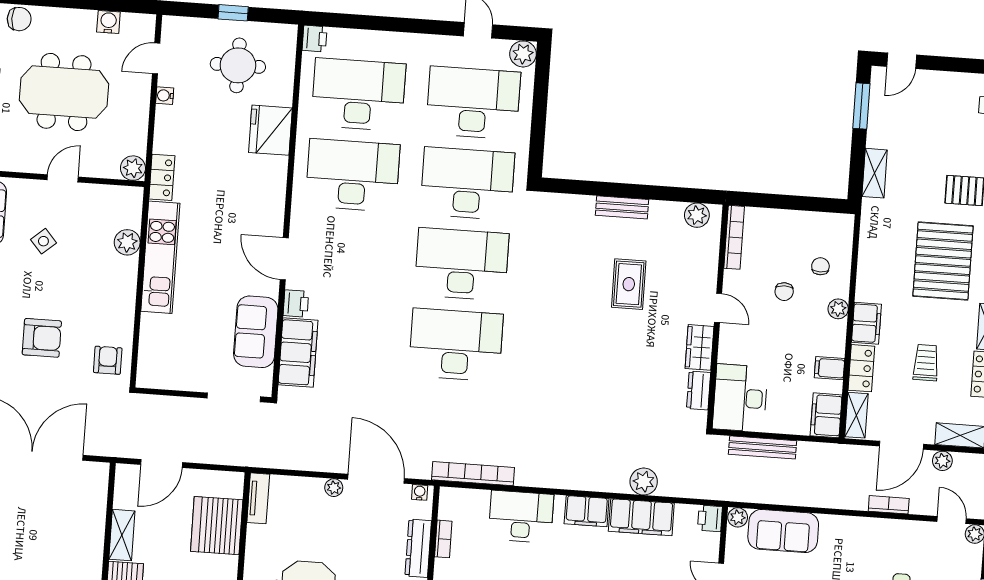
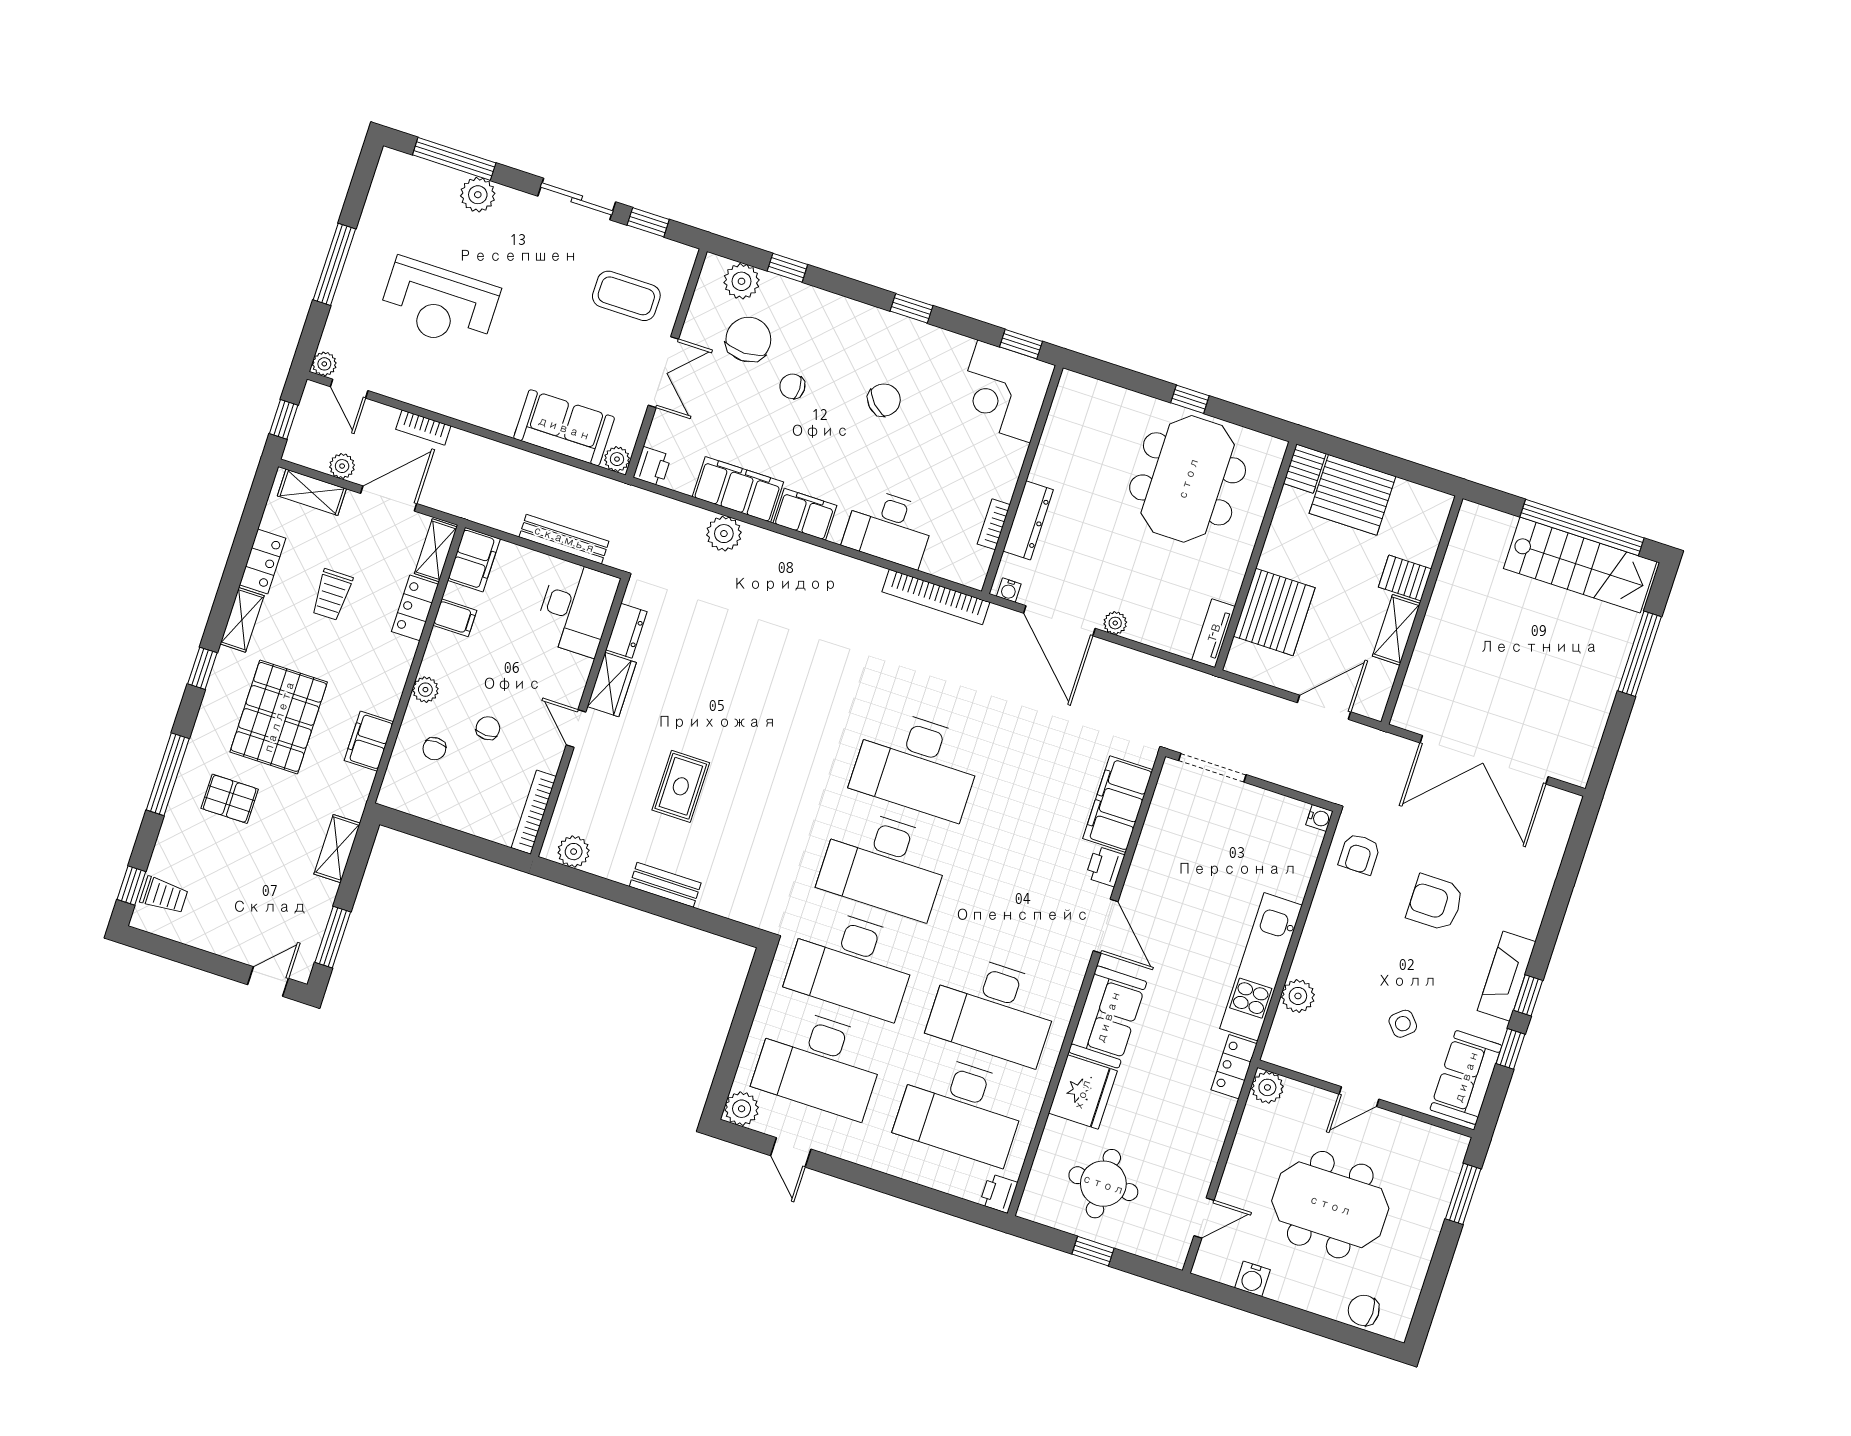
water cooler: (165, 96) -> (1319, 818), moved
filing cabinet: (866, 323) -> (369, 741), moved
sofa: (256, 332) -> (1108, 1017), moved

